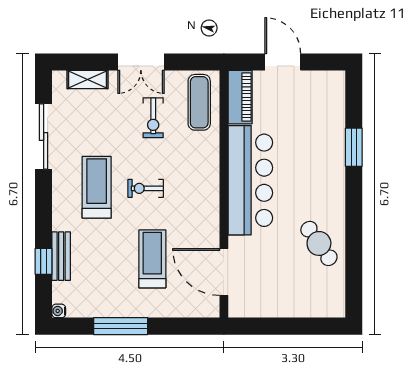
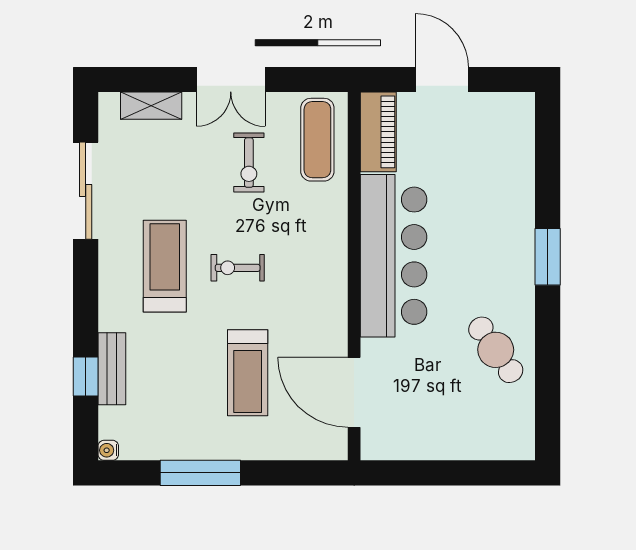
window: (354, 147) -> (548, 257), moved
treadmill: (152, 259) -> (248, 373), turned 180

